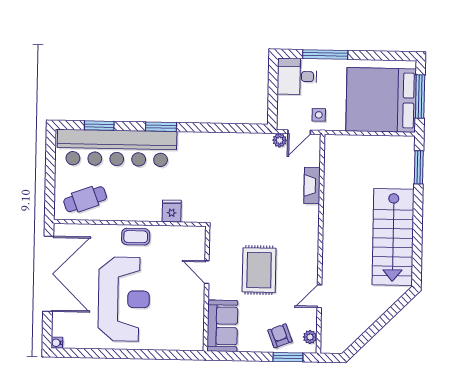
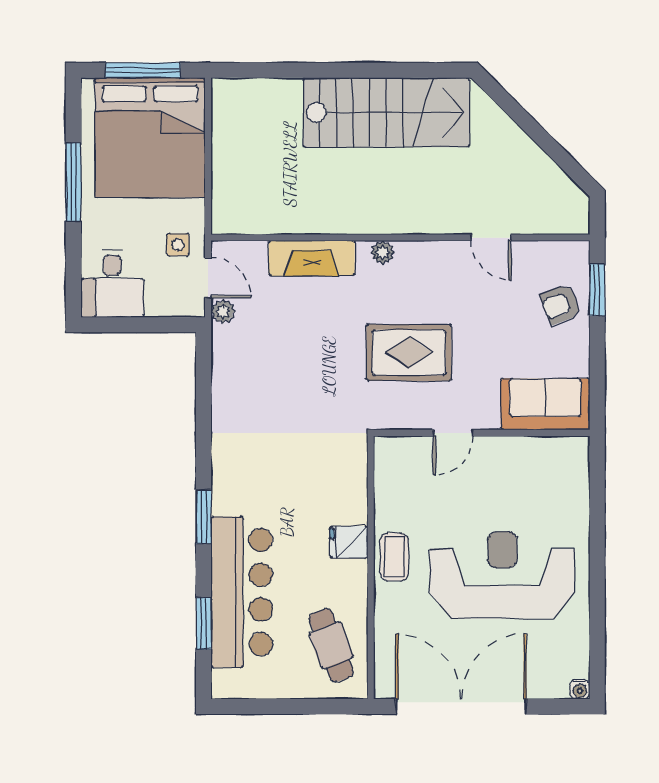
window: (325, 54) -> (73, 182), moved
bar counter: (117, 148) -> (242, 592), width x0.73
window: (419, 167) -> (265, 70), removed
fireplace: (312, 185) -> (312, 258), width x1.37, depth x1.32
fridge: (172, 211) -> (349, 542), moved
rug: (259, 270) -> (409, 353), moved
plant: (310, 337) -> (383, 252), moved

